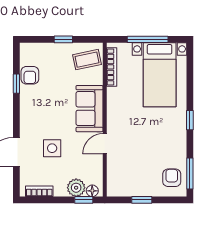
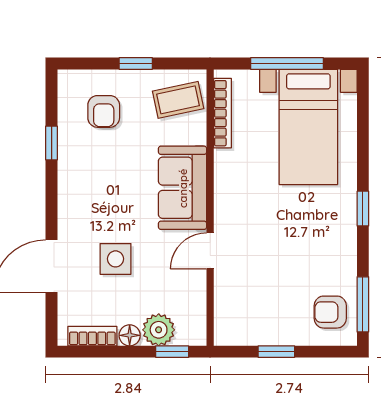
armchair: (30, 75) -> (104, 111), moved
armchair: (172, 178) -> (330, 312), turned -90
floor lamp: (92, 191) -> (130, 335), moved

